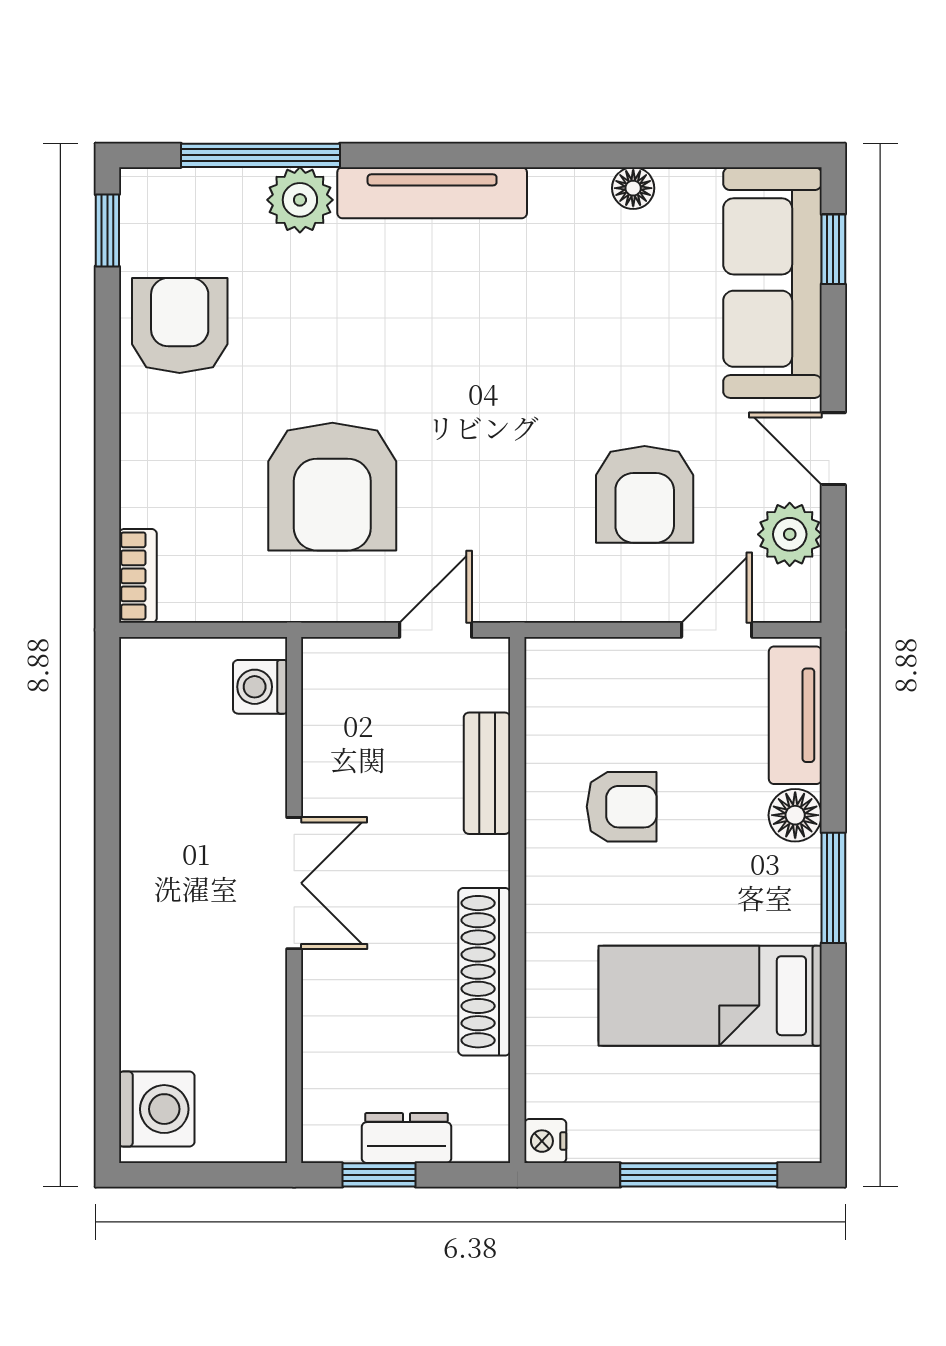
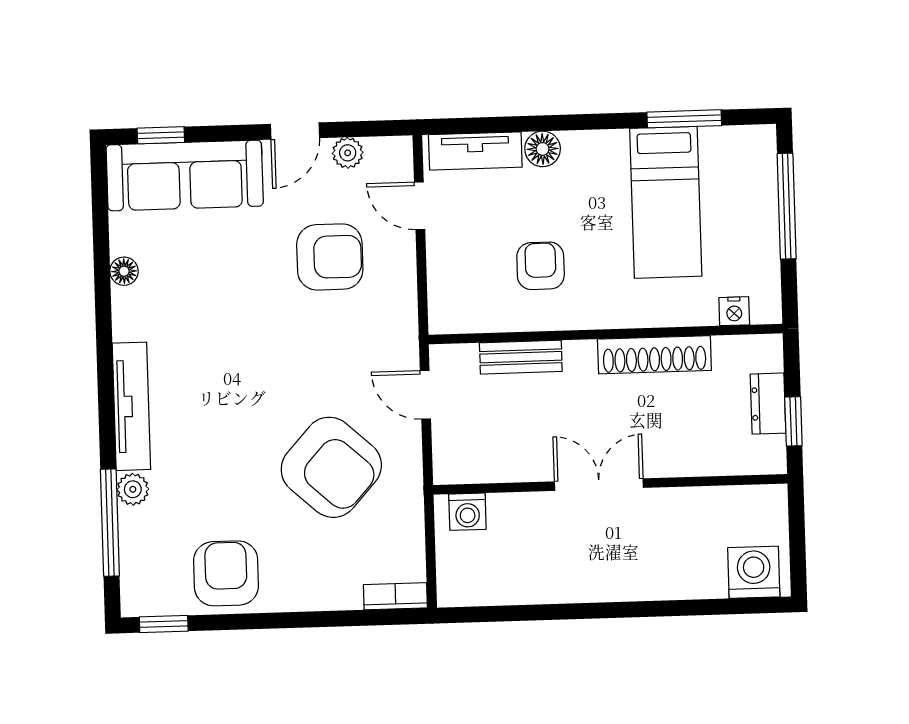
plant: (300, 200) -> (133, 489), width x0.73, depth x0.73
armchair: (180, 325) -> (226, 573), turned 90
armchair: (332, 487) -> (331, 467), turned 42
plant: (790, 534) -> (348, 153), width x0.73, depth x0.73
window: (833, 888) -> (684, 119), moved
nightstand: (545, 1141) -> (734, 311), moved

